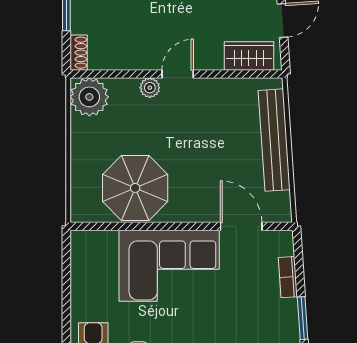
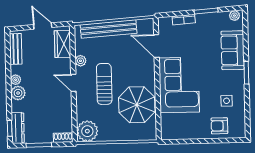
plant: (150, 88) -> (81, 61), moved
sun lounger: (174, 130) -> (104, 84), added
door: (241, 226) -> (156, 46), hinge flipped

